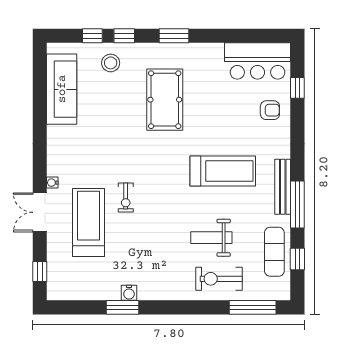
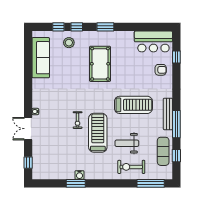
treadmill: (89, 222) -> (98, 133), moved

